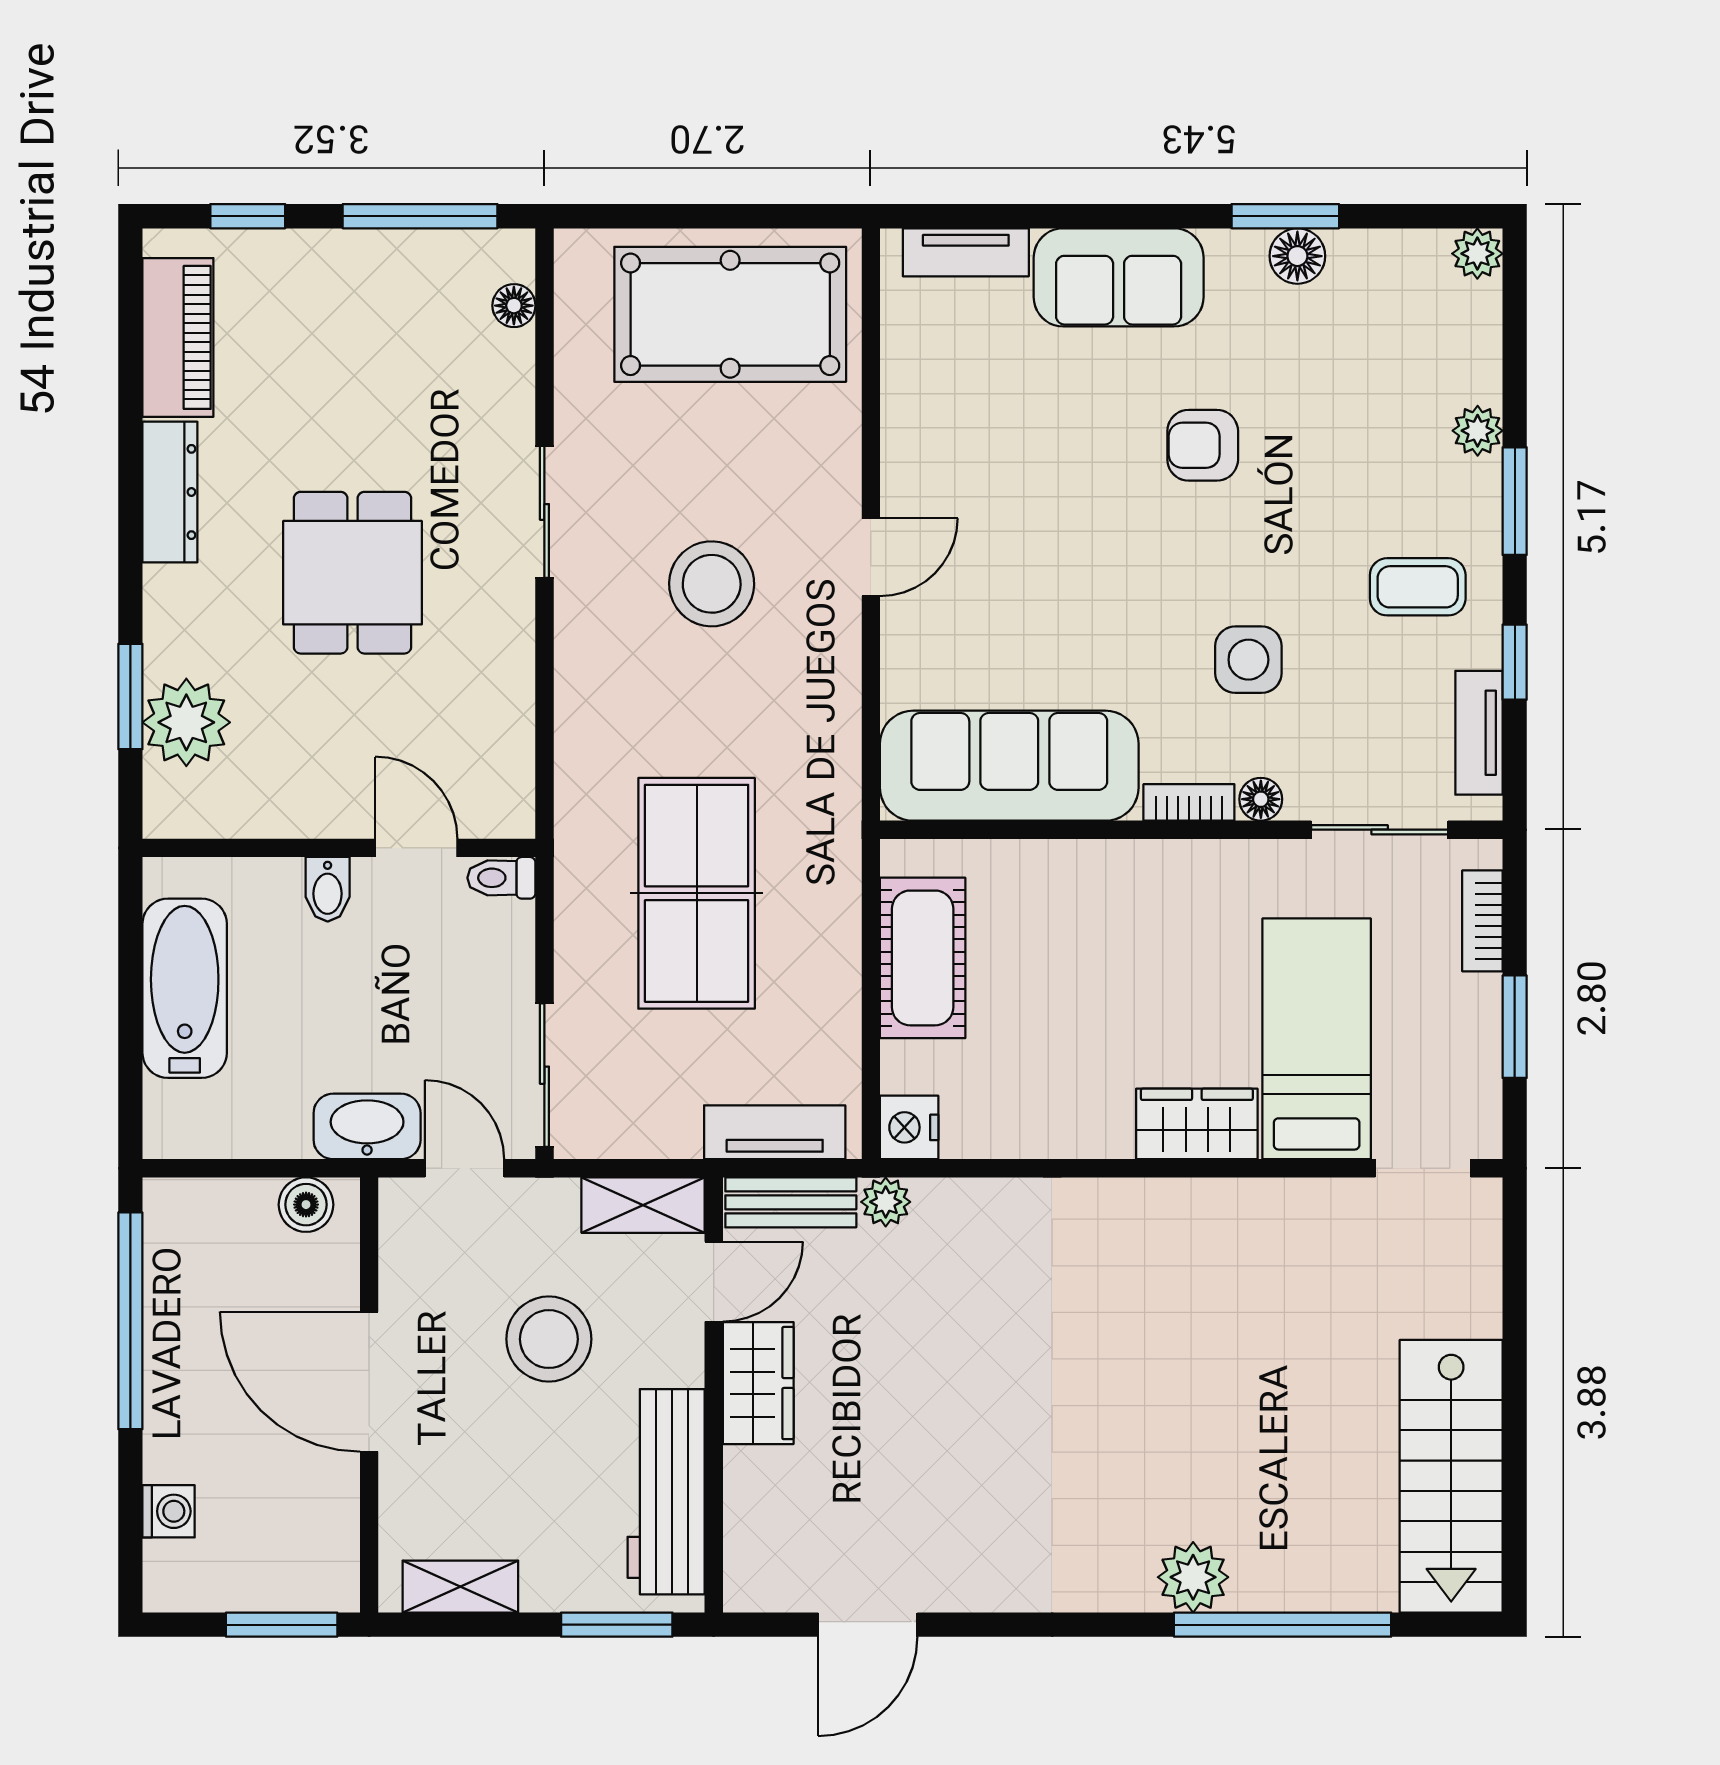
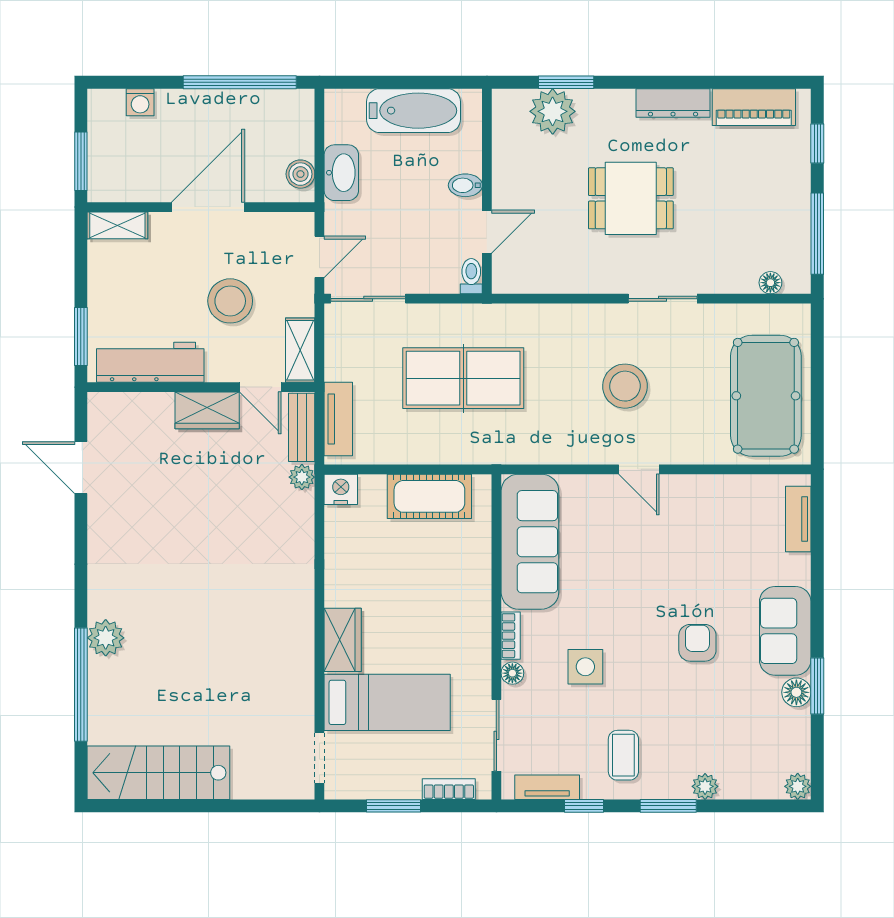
sofa: (1119, 277) -> (785, 631), moved
washbasin: (367, 1126) -> (341, 173), moved
shelving: (460, 1587) -> (117, 225), moved, turned 90

